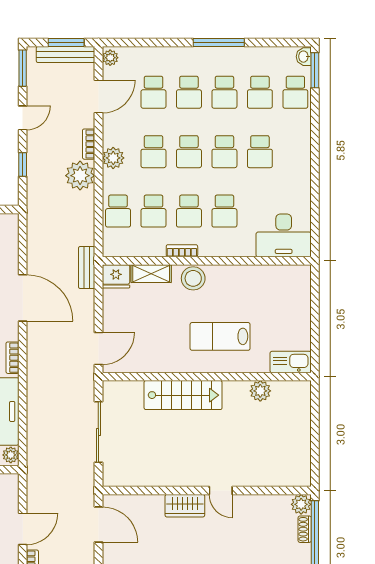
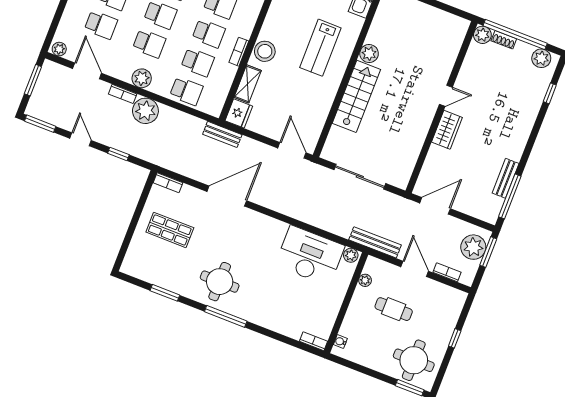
bench: (65, 54) -> (375, 242), moved, turned 90
bookcase: (12, 358) -> (168, 183), moved
plant: (260, 391) -> (369, 54), moved

